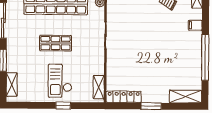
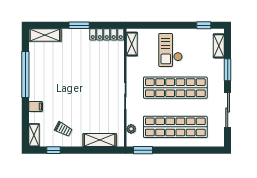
shop shelf: (55, 43) -> (175, 88), width x2.00, depth x1.36
checkout: (60, 81) -> (170, 50), turned 180
window: (63, 106) -> (204, 25), moved

